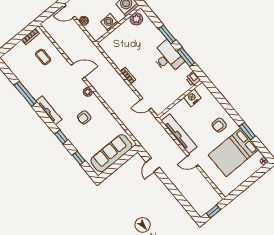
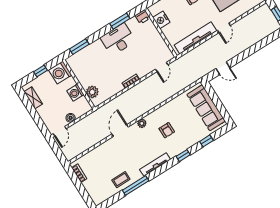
plant: (136, 19) -> (92, 92), moved
window: (167, 34) -> (79, 47), moved
coffee table: (43, 57) -> (121, 180), moved

